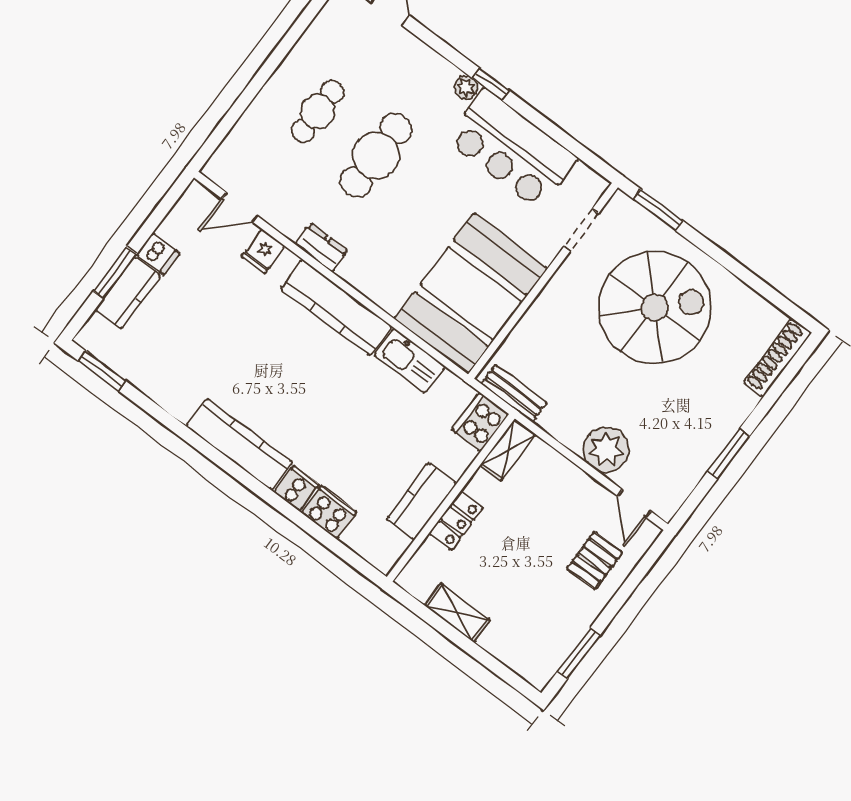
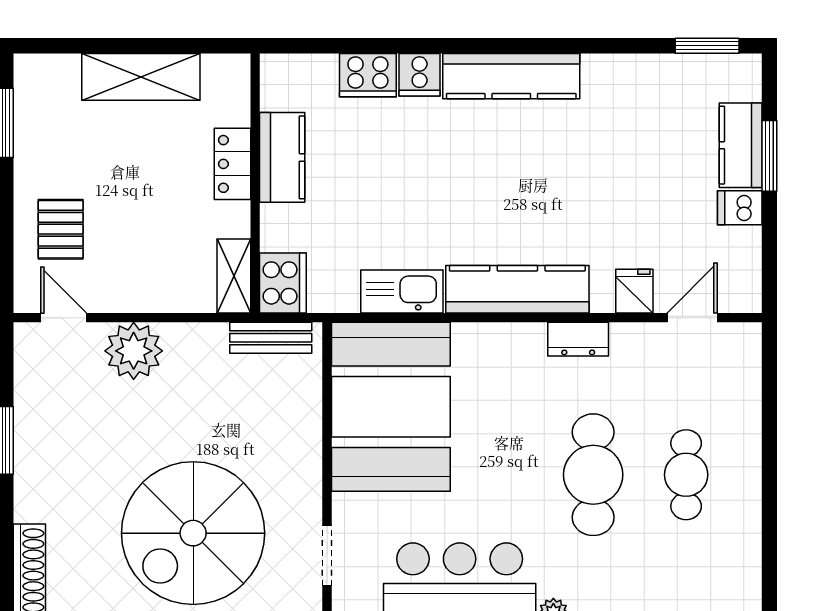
shelving: (457, 613) -> (141, 77), width x1.50, depth x1.33

